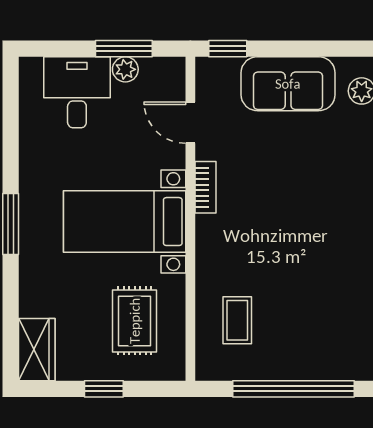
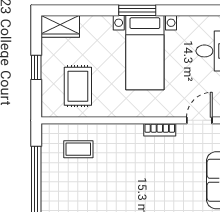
bed with nightstands: (125, 222) -> (145, 53), moved, turned 180
rug: (135, 321) -> (78, 86), turned 90

